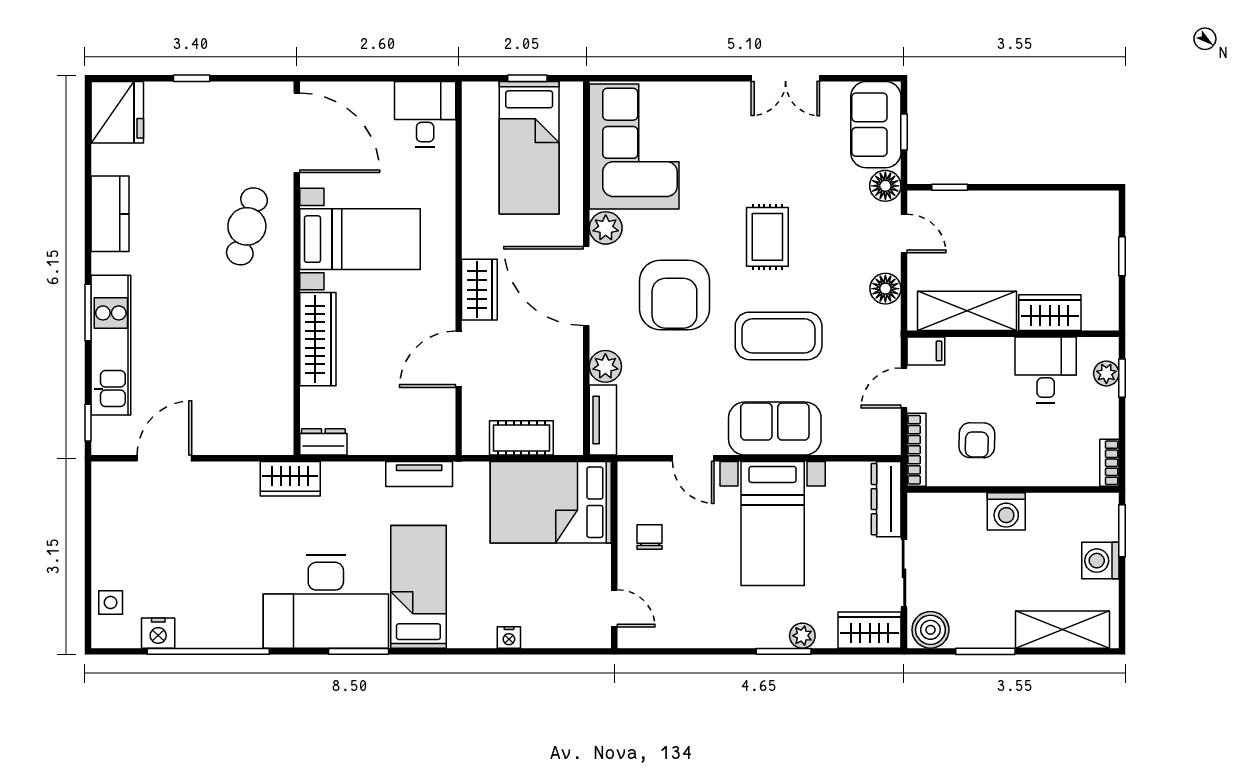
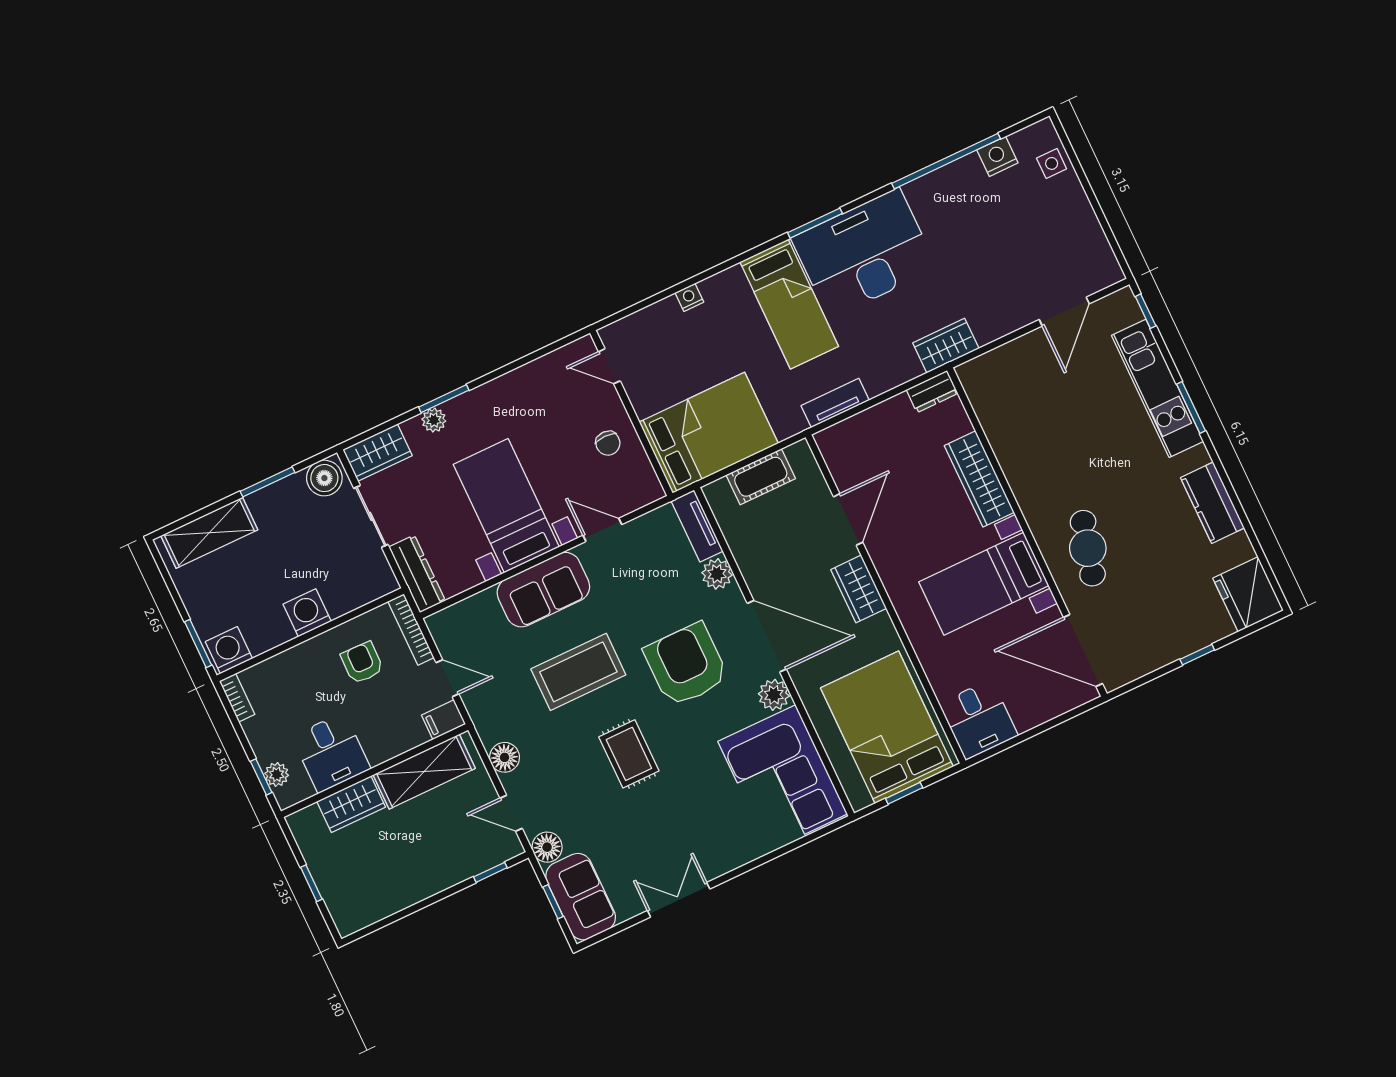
bed: (529, 148) -> (887, 727), width x1.50
door: (904, 388) -> (447, 678), hinge flipped
washing machine: (1100, 561) -> (229, 650), moved, turned -90

